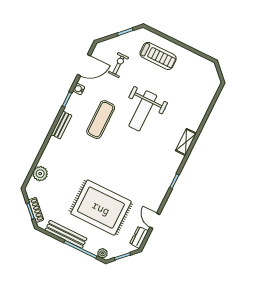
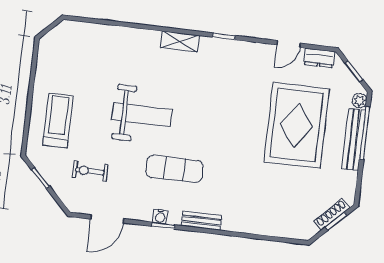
door: (84, 65) -> (107, 219), swing flipped
water cooler: (79, 89) -> (160, 216), moved
shelving: (186, 142) -> (180, 41), moved
plant: (40, 174) -> (279, 226), removed
bench: (66, 234) -> (354, 139), moved

